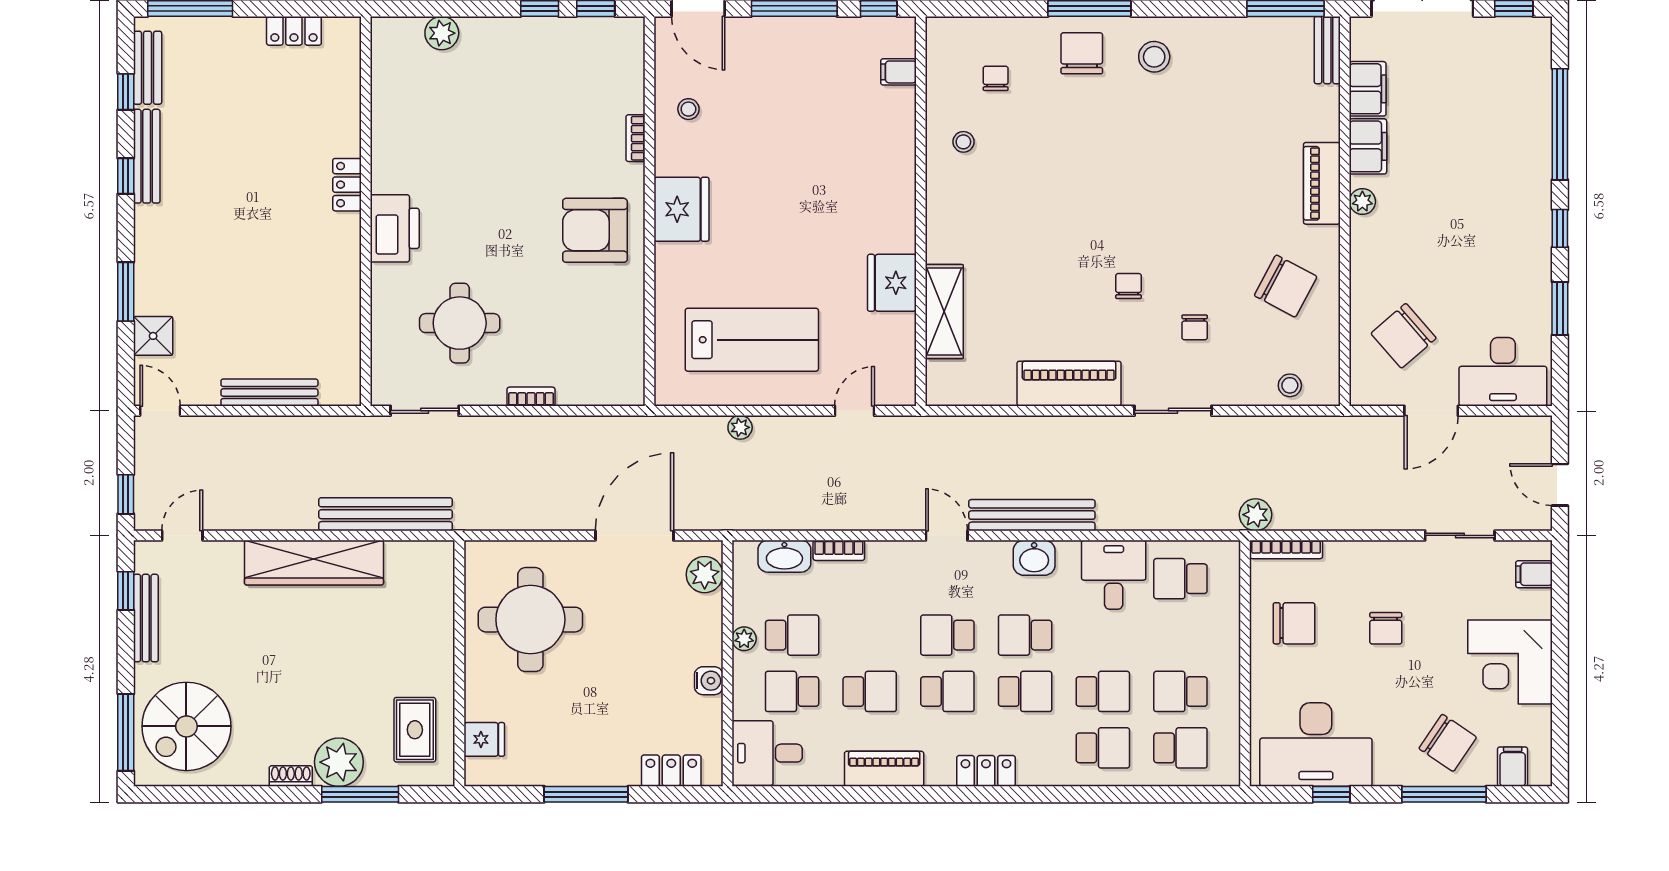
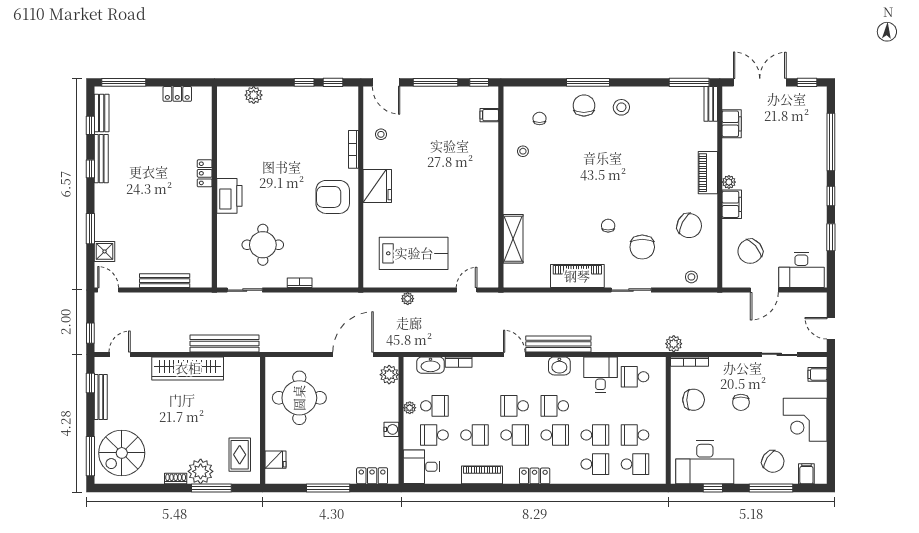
bookcase: (635, 138) -> (354, 149), width x1.56
filing cabinet: (1368, 146) -> (732, 204), moved
fridge: (892, 283) -> (486, 224), removed
chair: (1195, 327) -> (642, 247), width x1.87, depth x1.87

